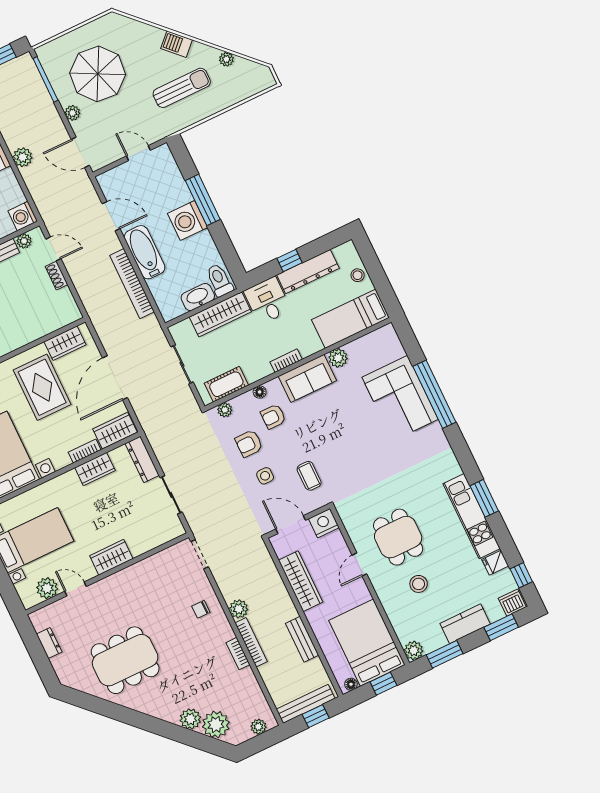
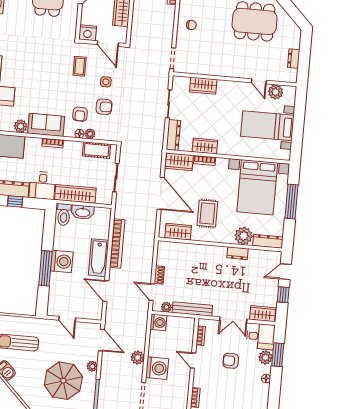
door: (115, 378) -> (161, 193), hinge flipped
rug: (42, 387) -> (207, 213), width x0.73, depth x0.70
plant: (225, 410) -> (90, 134), moved
armchair: (273, 417) -> (80, 114), turned 91
wardrobe: (111, 557) -> (203, 86), moved
plant: (239, 609) -> (169, 12), removed

